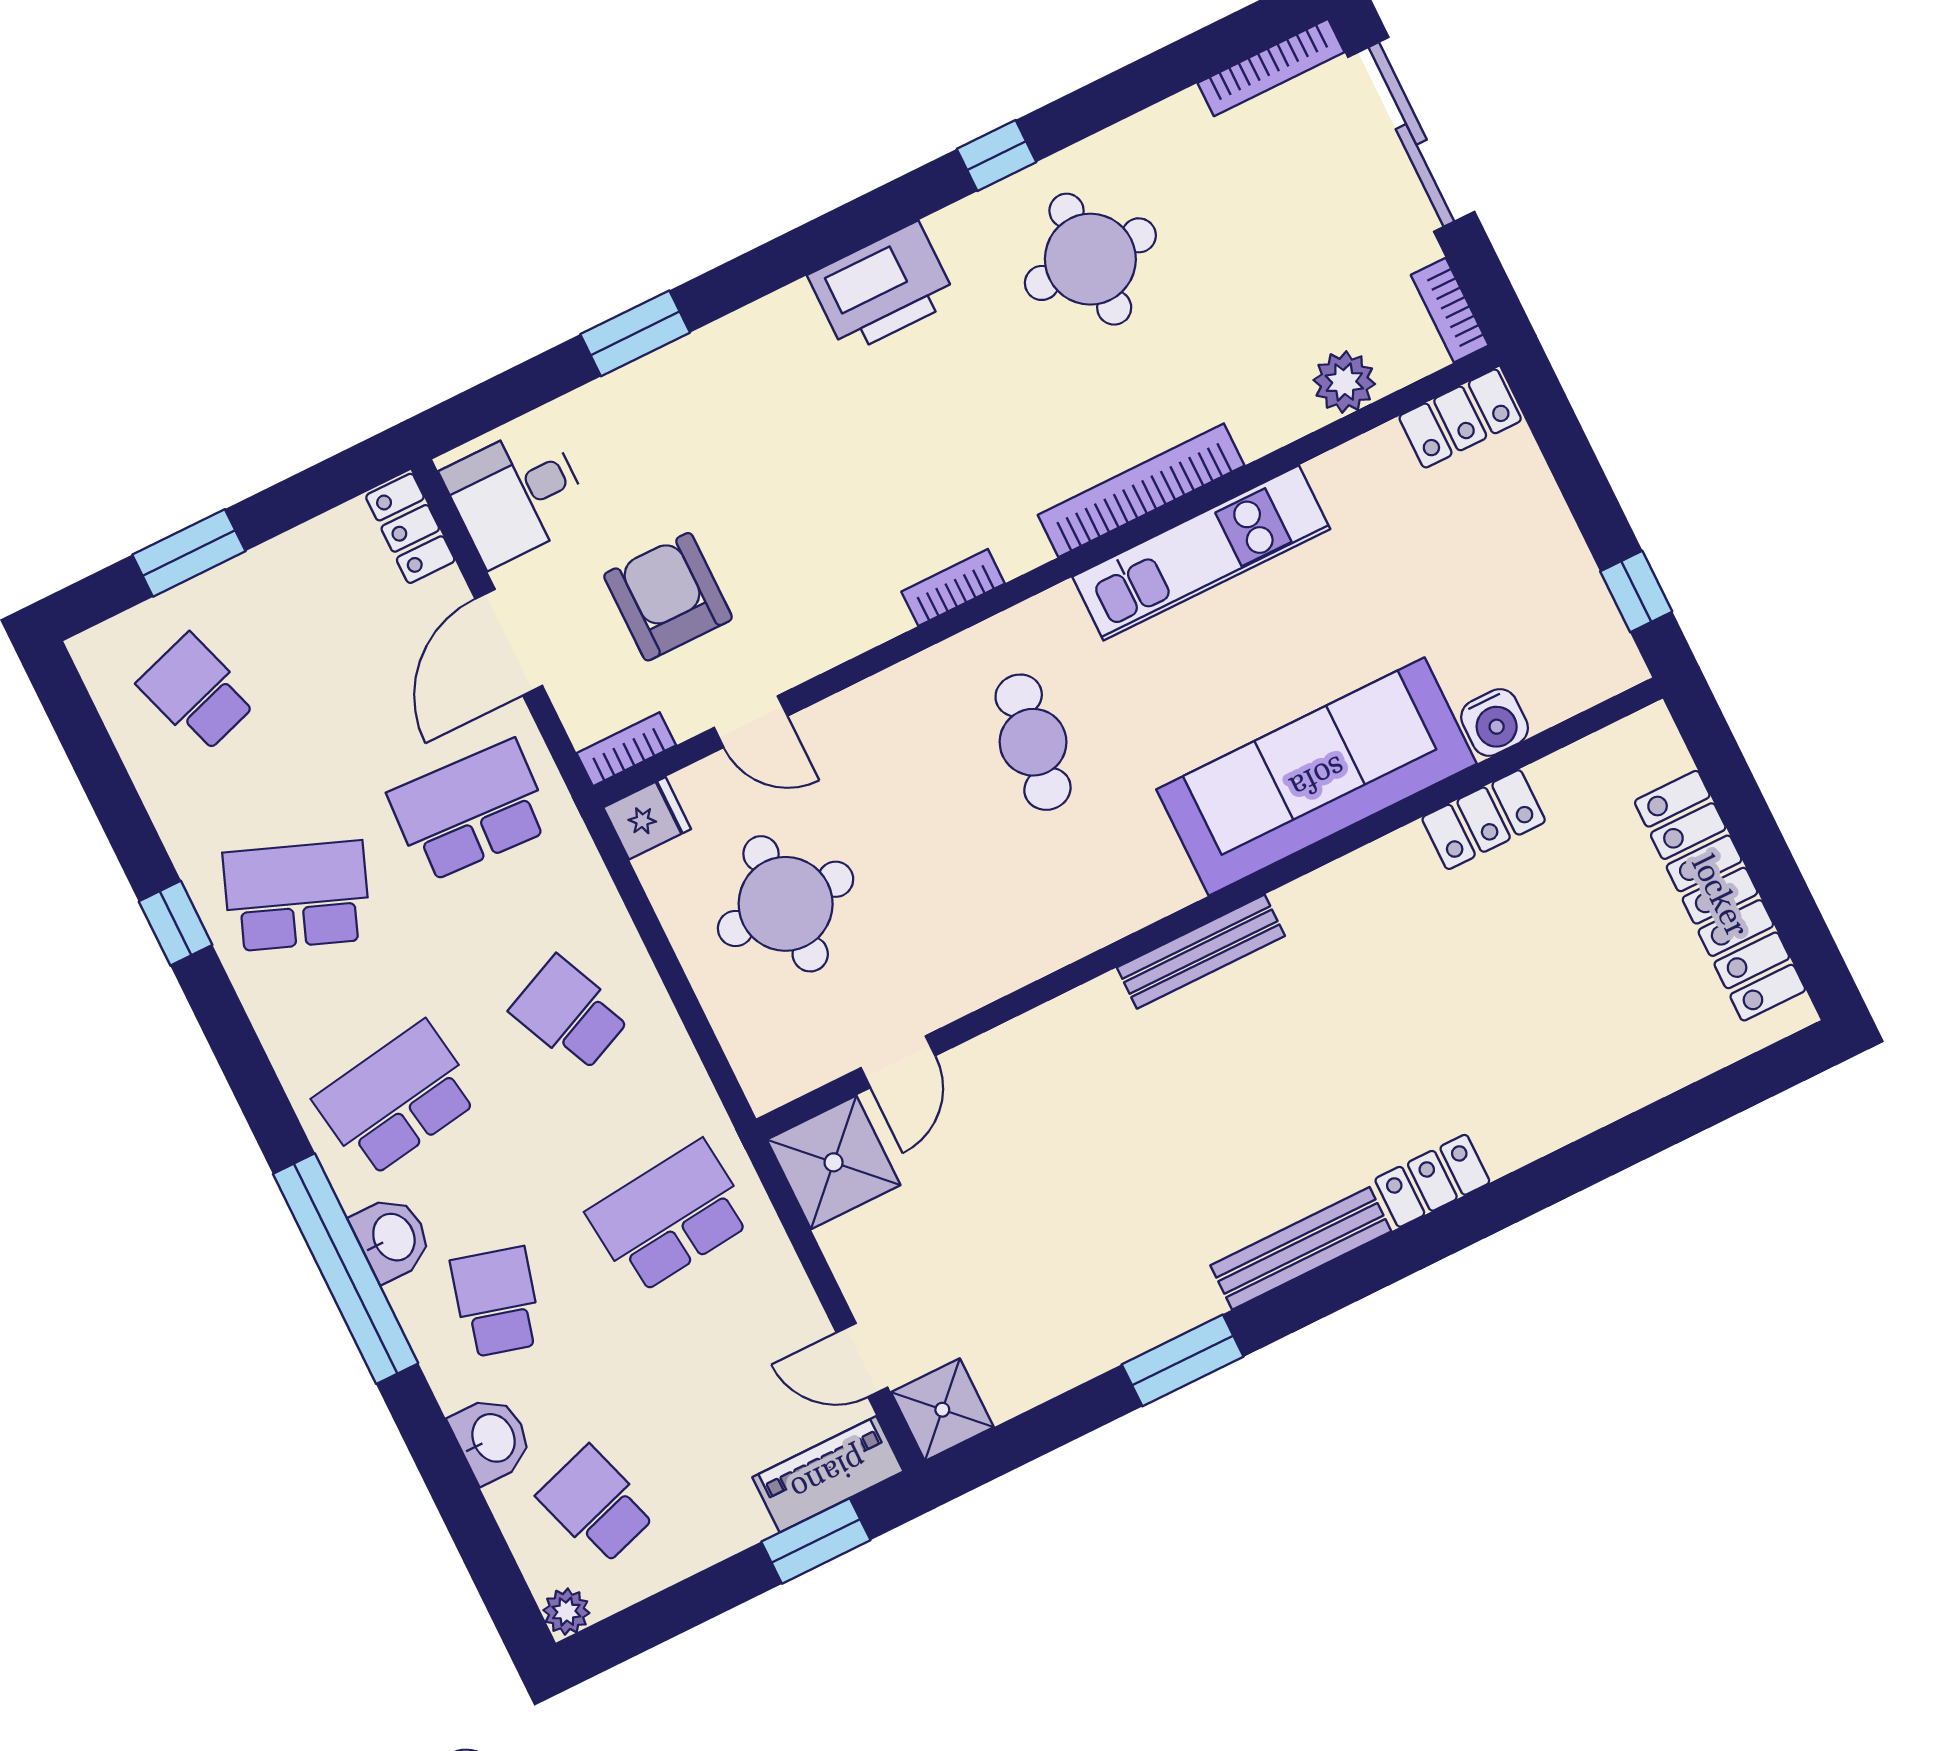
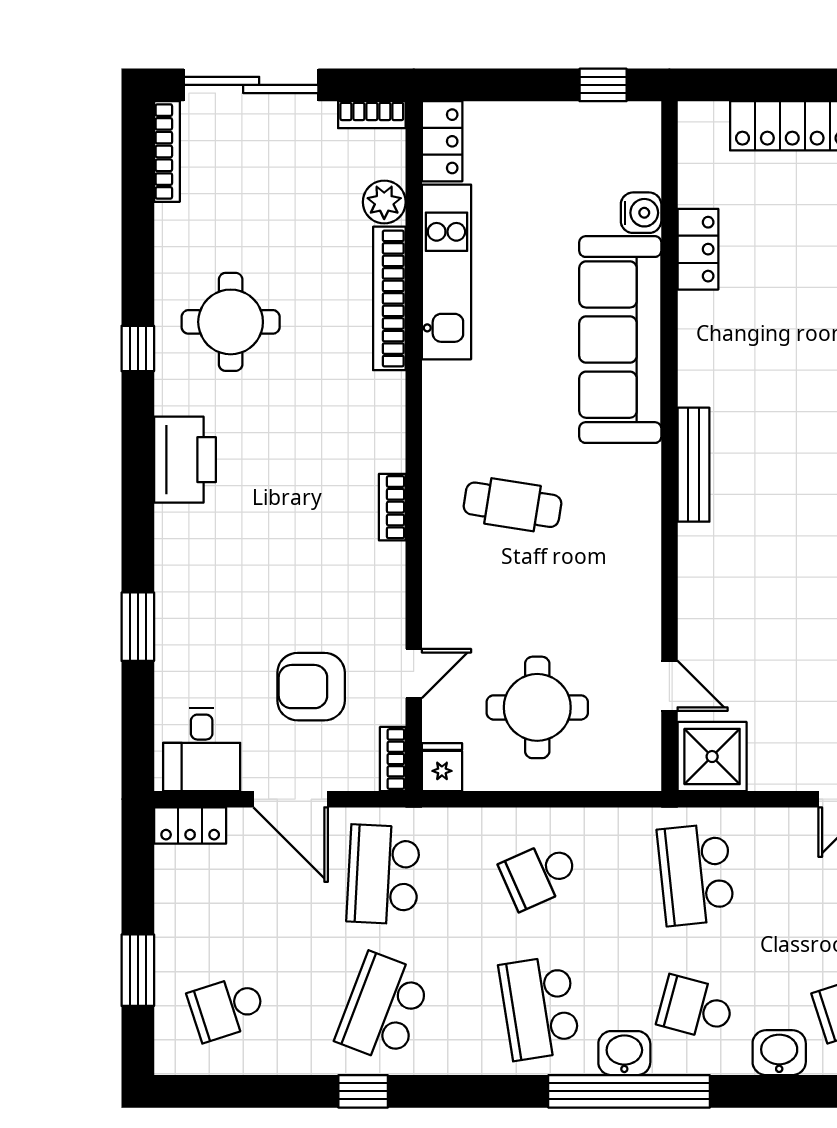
bookcase: (1141, 490) -> (389, 298), moved
kitchen unit: (1201, 553) -> (446, 272), moved

